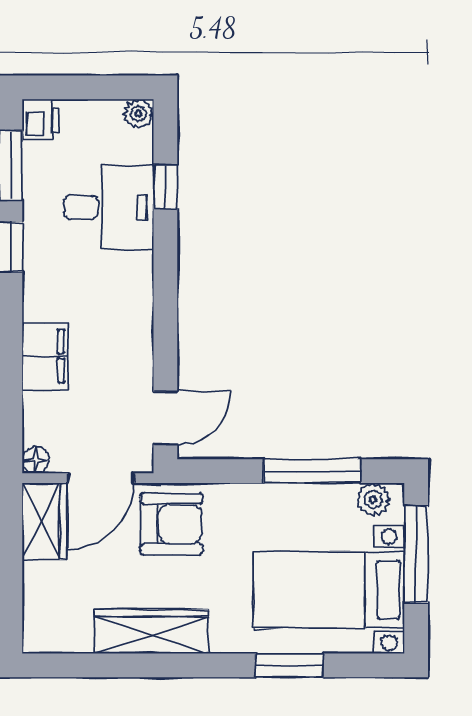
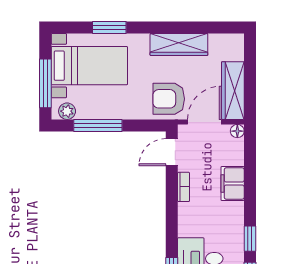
bookcase: (142, 349) -> (184, 187), added
wardrobe: (44, 521) -> (233, 91), width x1.50

